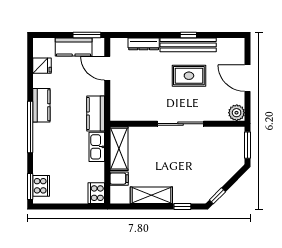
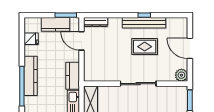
dresser: (144, 44) -> (96, 22), moved
kitchen counter: (41, 105) -> (31, 76), width x1.50

